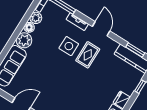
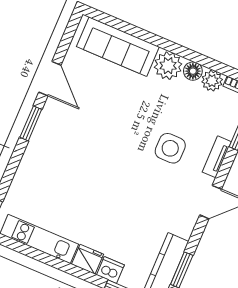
rug: (88, 55) -> (160, 185), removed
dishwasher: (129, 89) -> (110, 270), added

